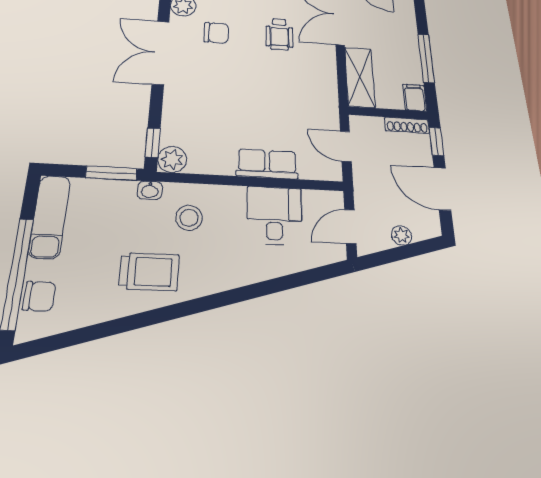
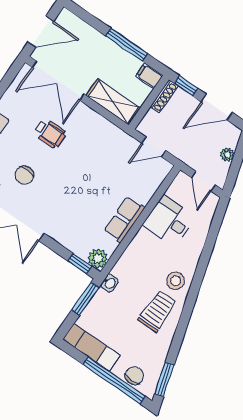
chair: (216, 33) -> (24, 175), turned 180
row of seats: (267, 164) -> (124, 219), moved
stool: (189, 218) -> (176, 281), moved
window: (56, 342) -> (164, 379), added

